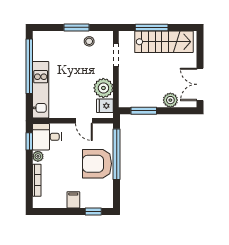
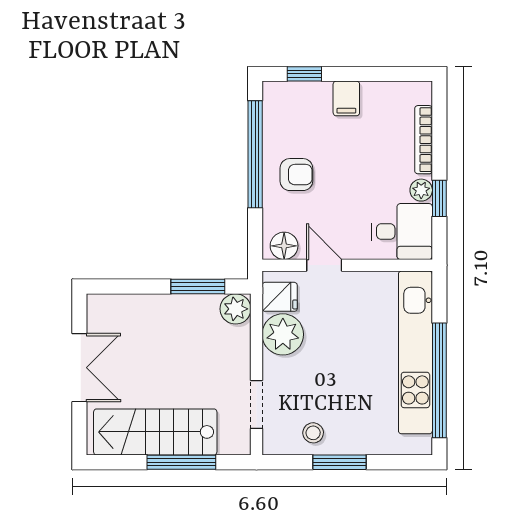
double door: (200, 84) -> (79, 368), moved
kitchen unit: (41, 90) -> (415, 352), width x1.36
plant: (170, 100) -> (236, 309), moved
floor lamp: (103, 130) -> (284, 246), added
window: (29, 141) -> (439, 198), moved
window: (117, 154) -> (255, 154), moved
armchair: (97, 164) -> (296, 175), width x0.53, depth x0.53

